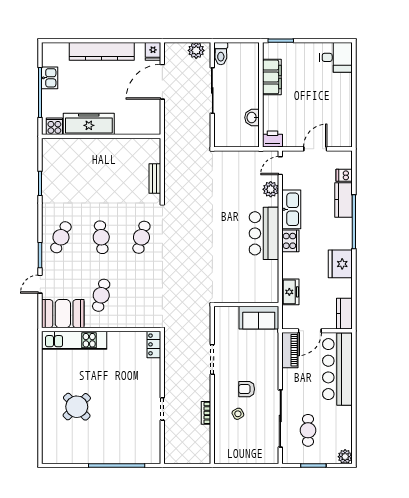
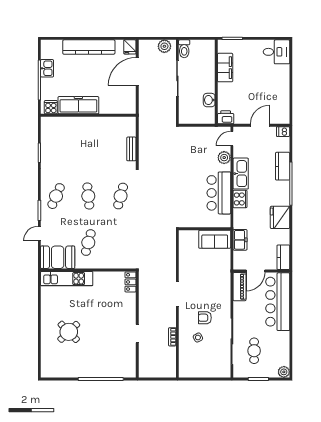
dishwasher: (344, 175) -> (283, 132), moved
wall: (246, 304) -> (205, 229), moved
sofa: (259, 318) -> (215, 239), moved

